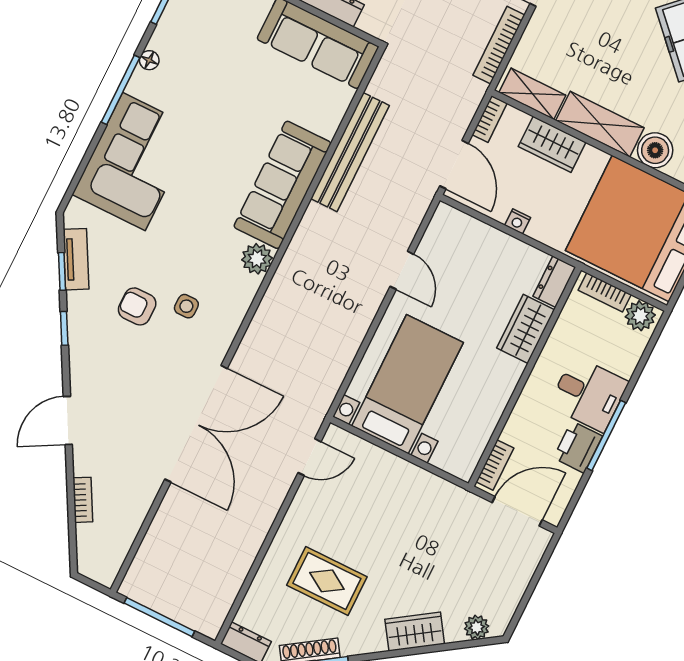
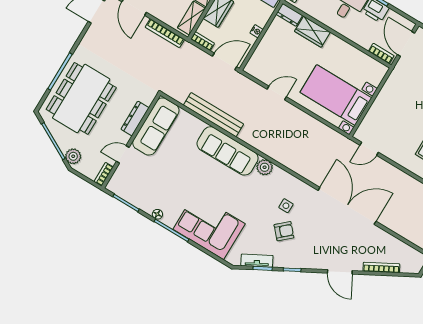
armchair: (137, 306) -> (284, 231), turned -132
door: (309, 457) -> (369, 149), swing flipped
bookcase: (83, 500) -> (381, 268), width x1.56

